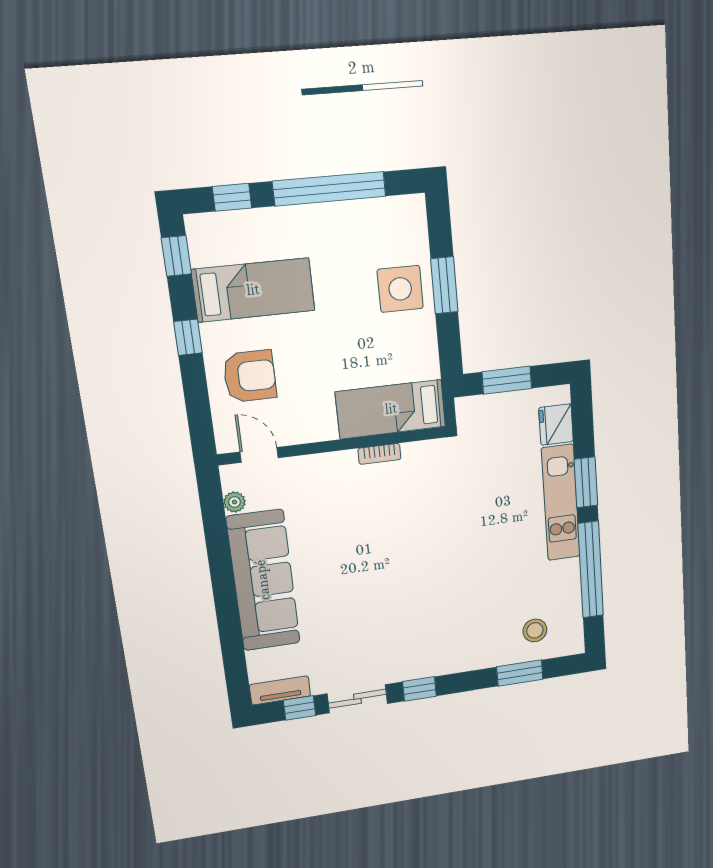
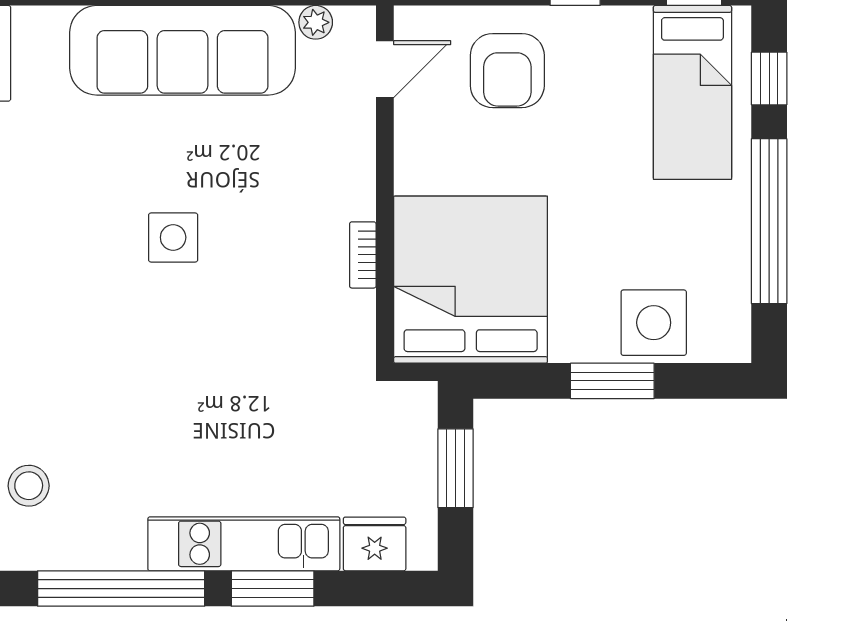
side table: (400, 289) -> (654, 323), moved
bed: (253, 290) -> (692, 92), moved
bed: (391, 409) -> (471, 280), width x2.04
side table: (381, 570) -> (173, 237), added

